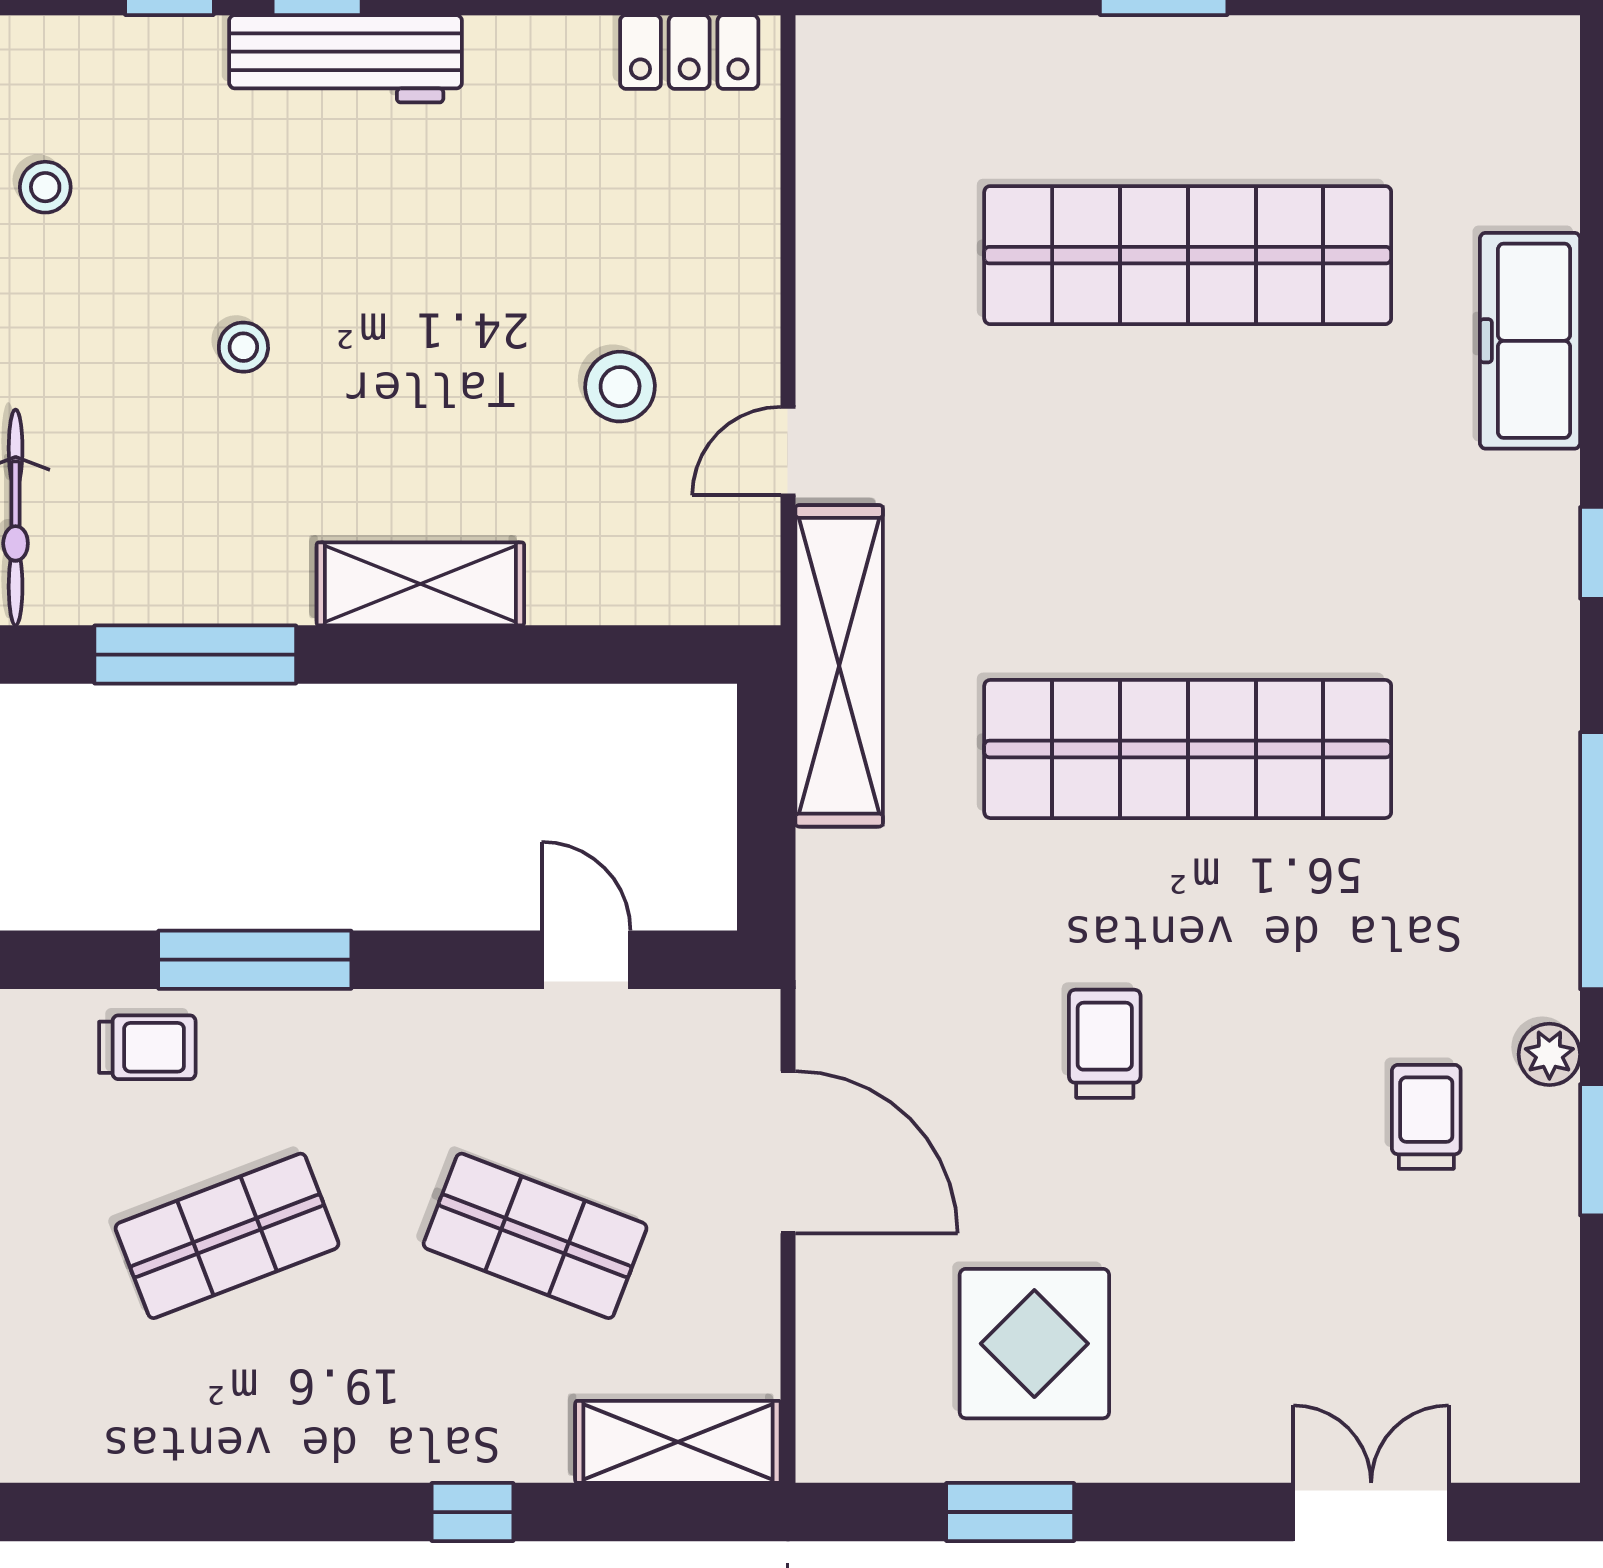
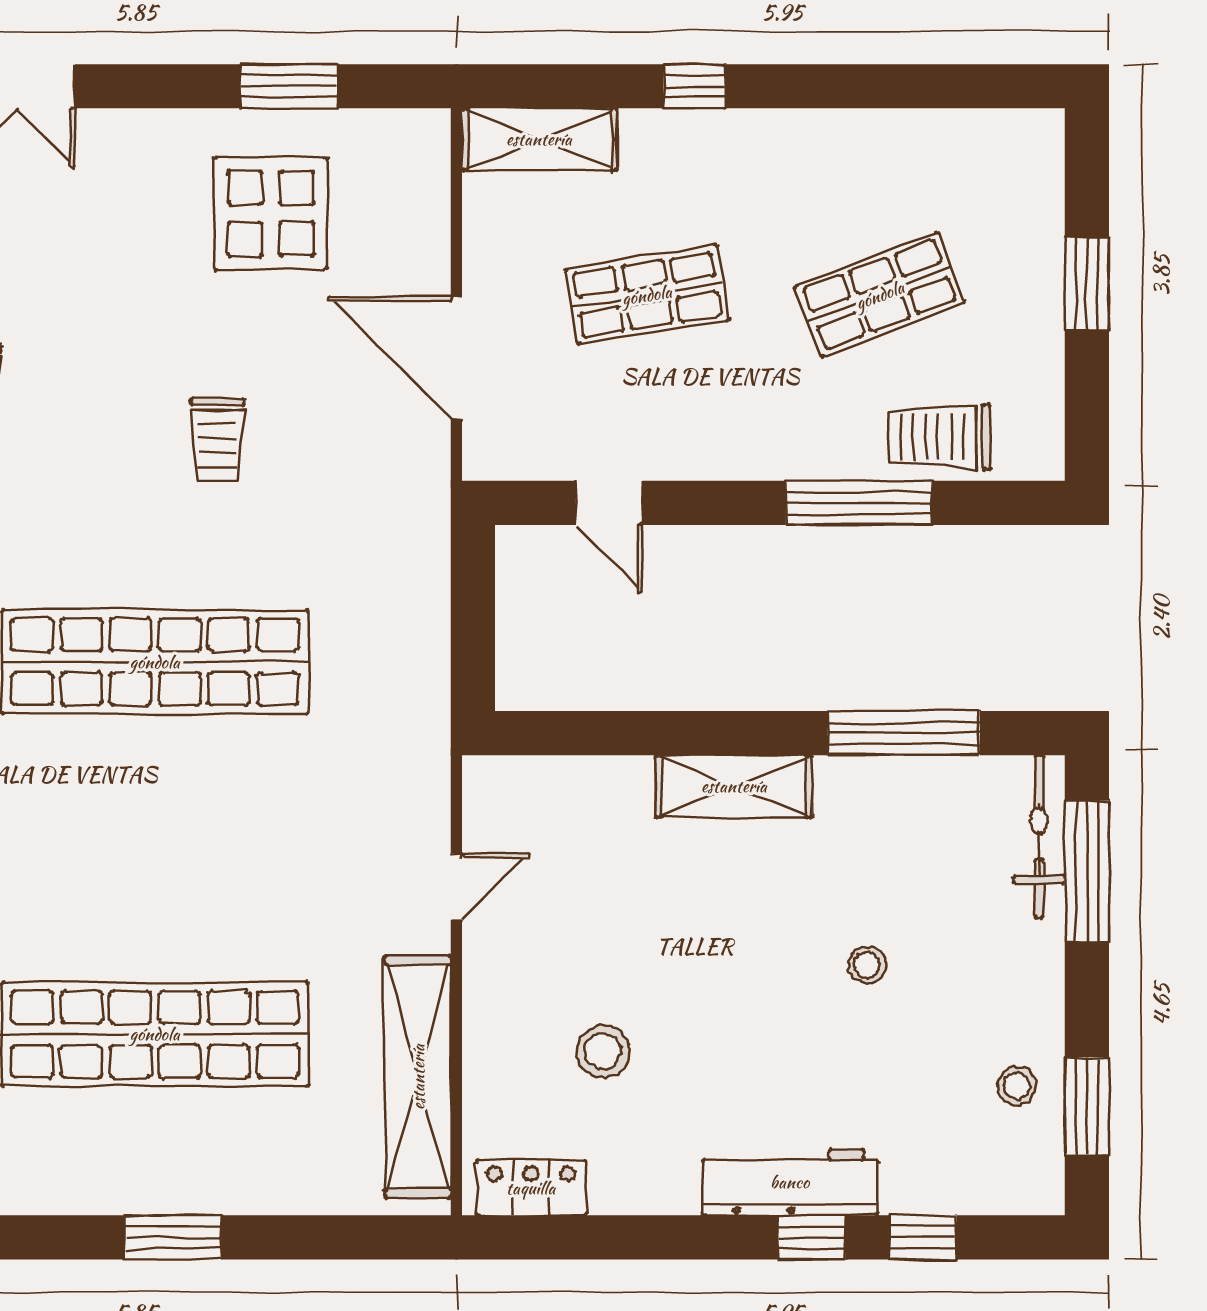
stool: (620, 387) -> (603, 1051), moved
shelving: (839, 666) -> (418, 1077), moved
trolley: (147, 1047) -> (940, 437), width x1.36, depth x1.39
shop shelf: (535, 1236) -> (647, 295), turned -30

